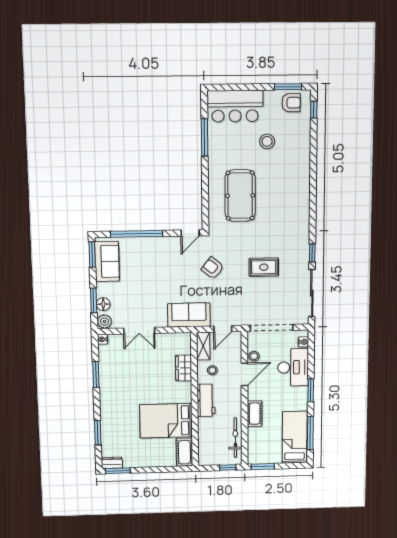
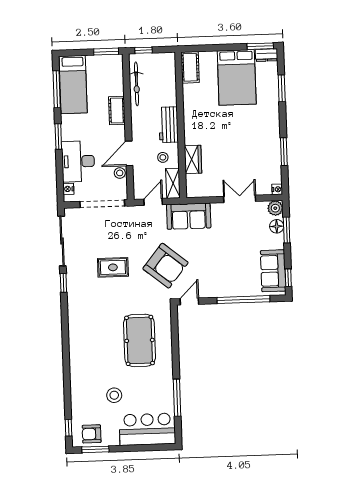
window: (92, 254) -> (288, 278), width x0.67
armchair: (213, 268) -> (165, 266), width x1.88, depth x1.88
bed: (166, 421) -> (237, 77), moved, turned 90

